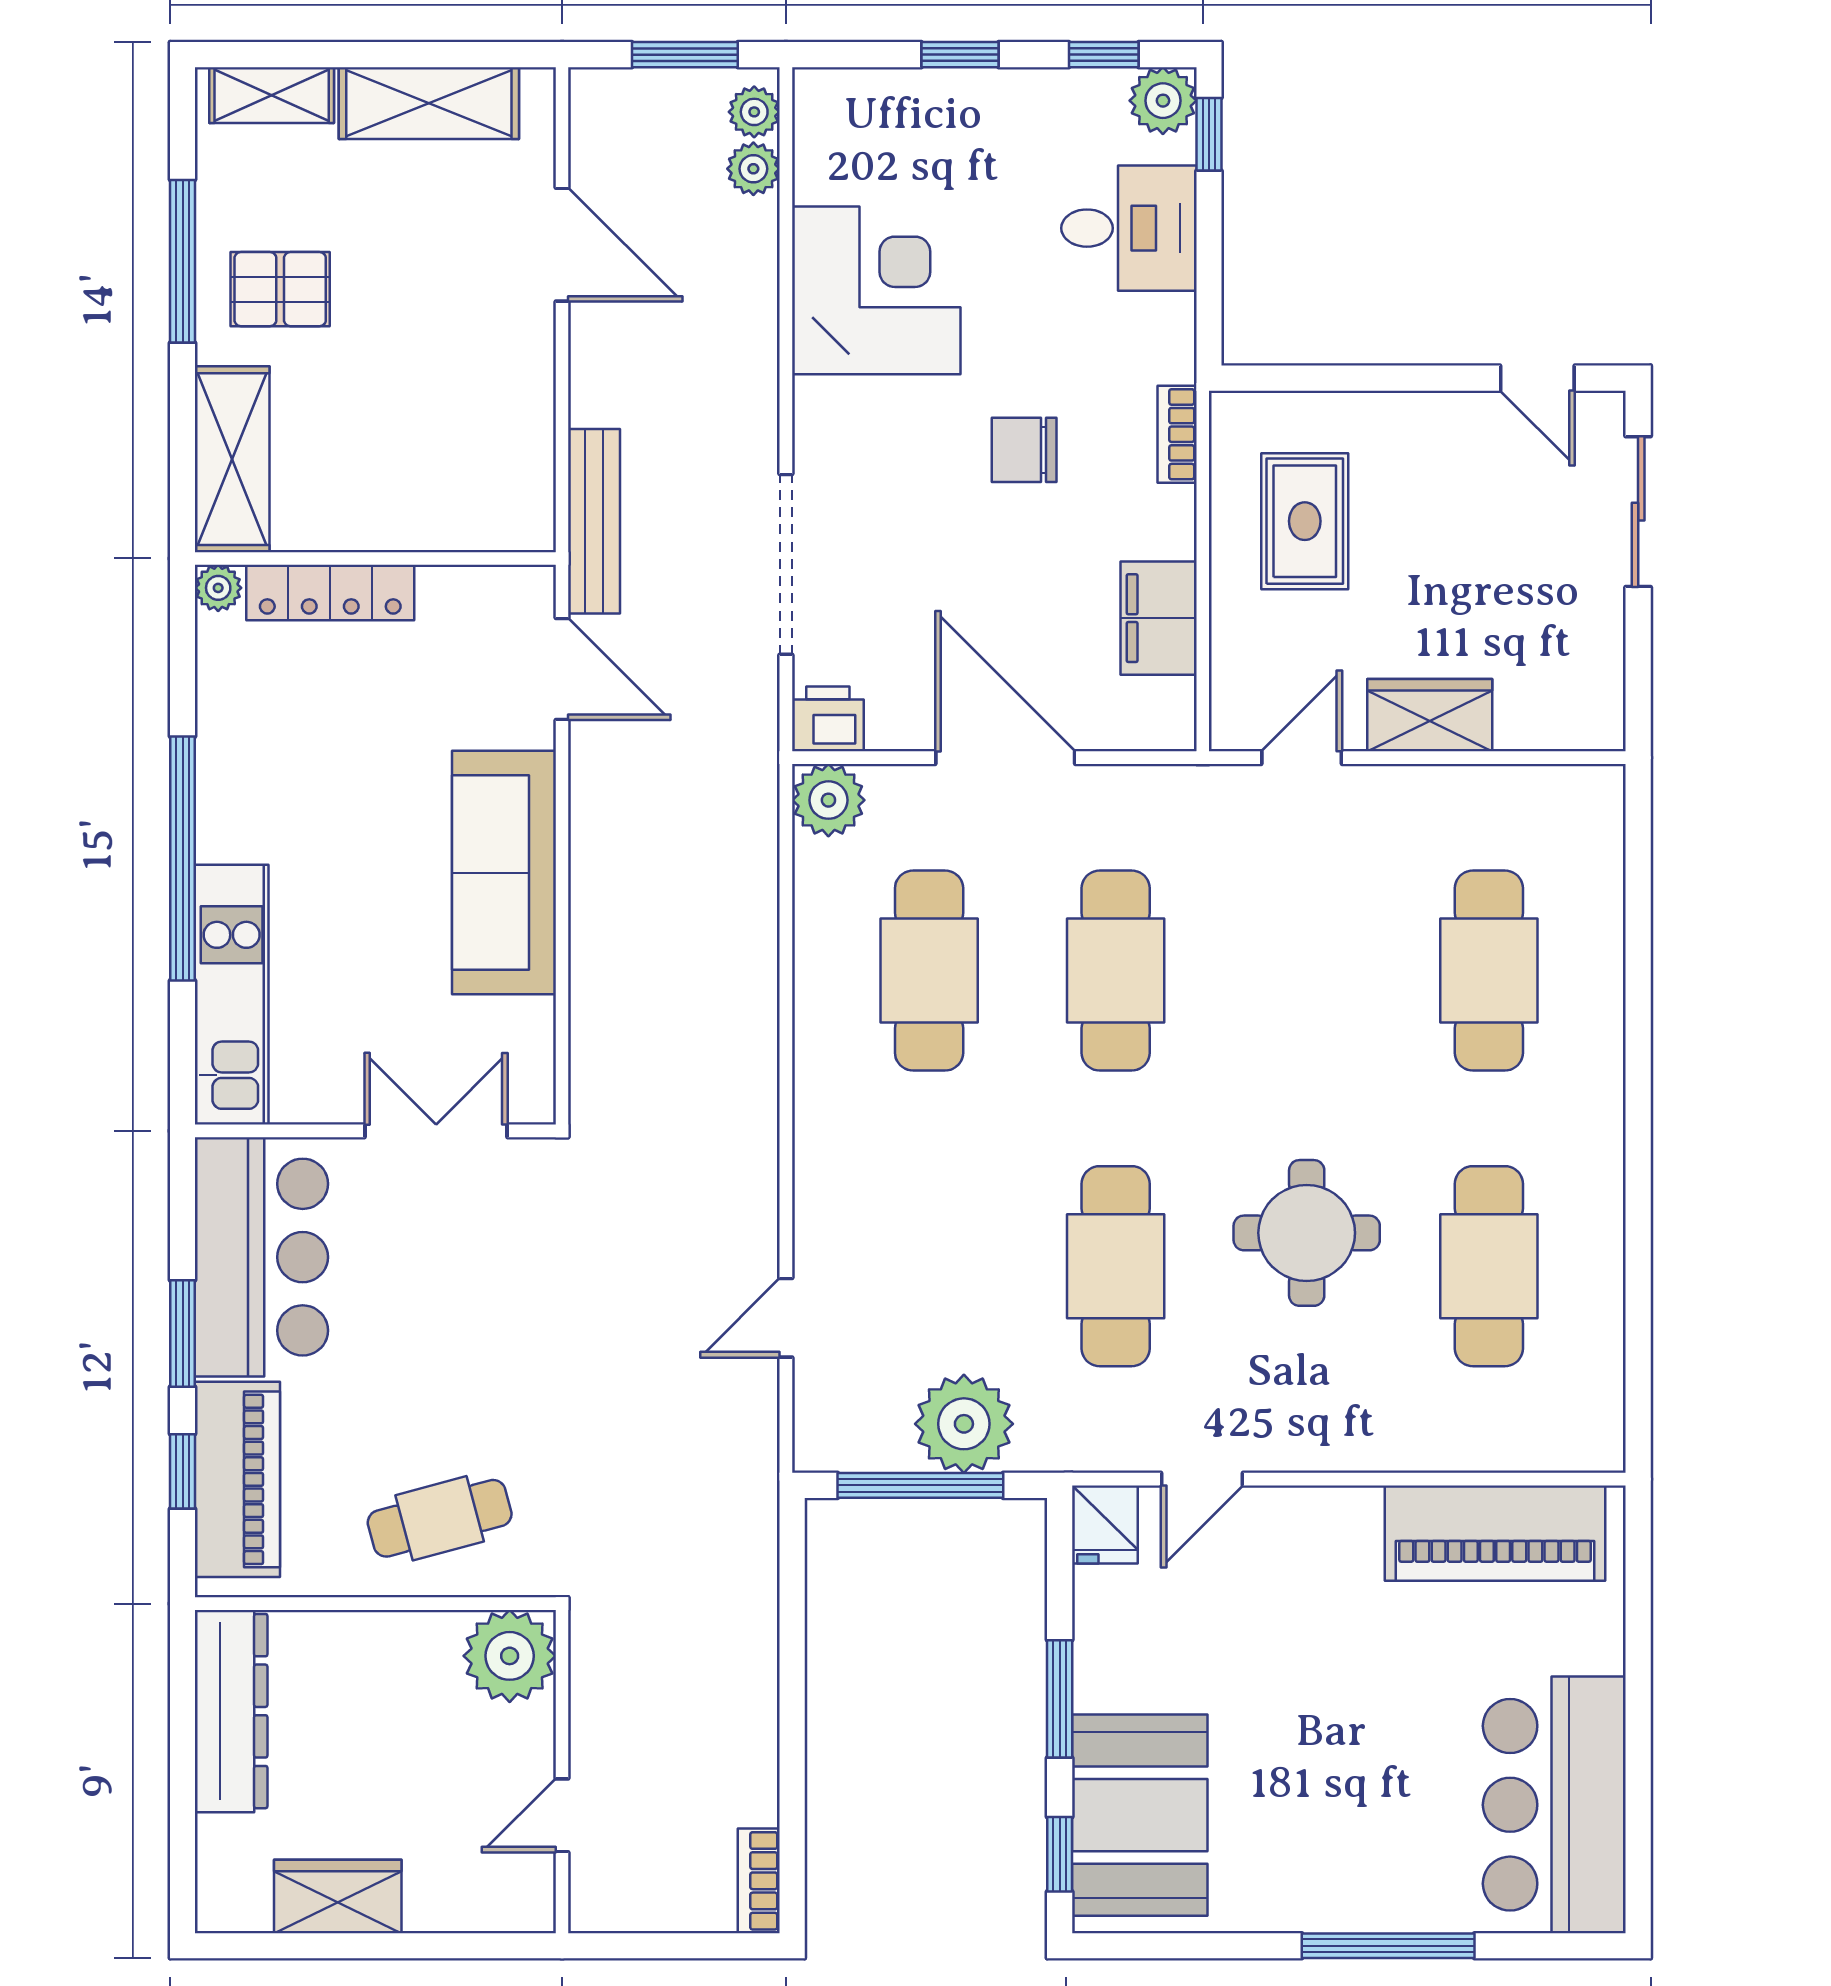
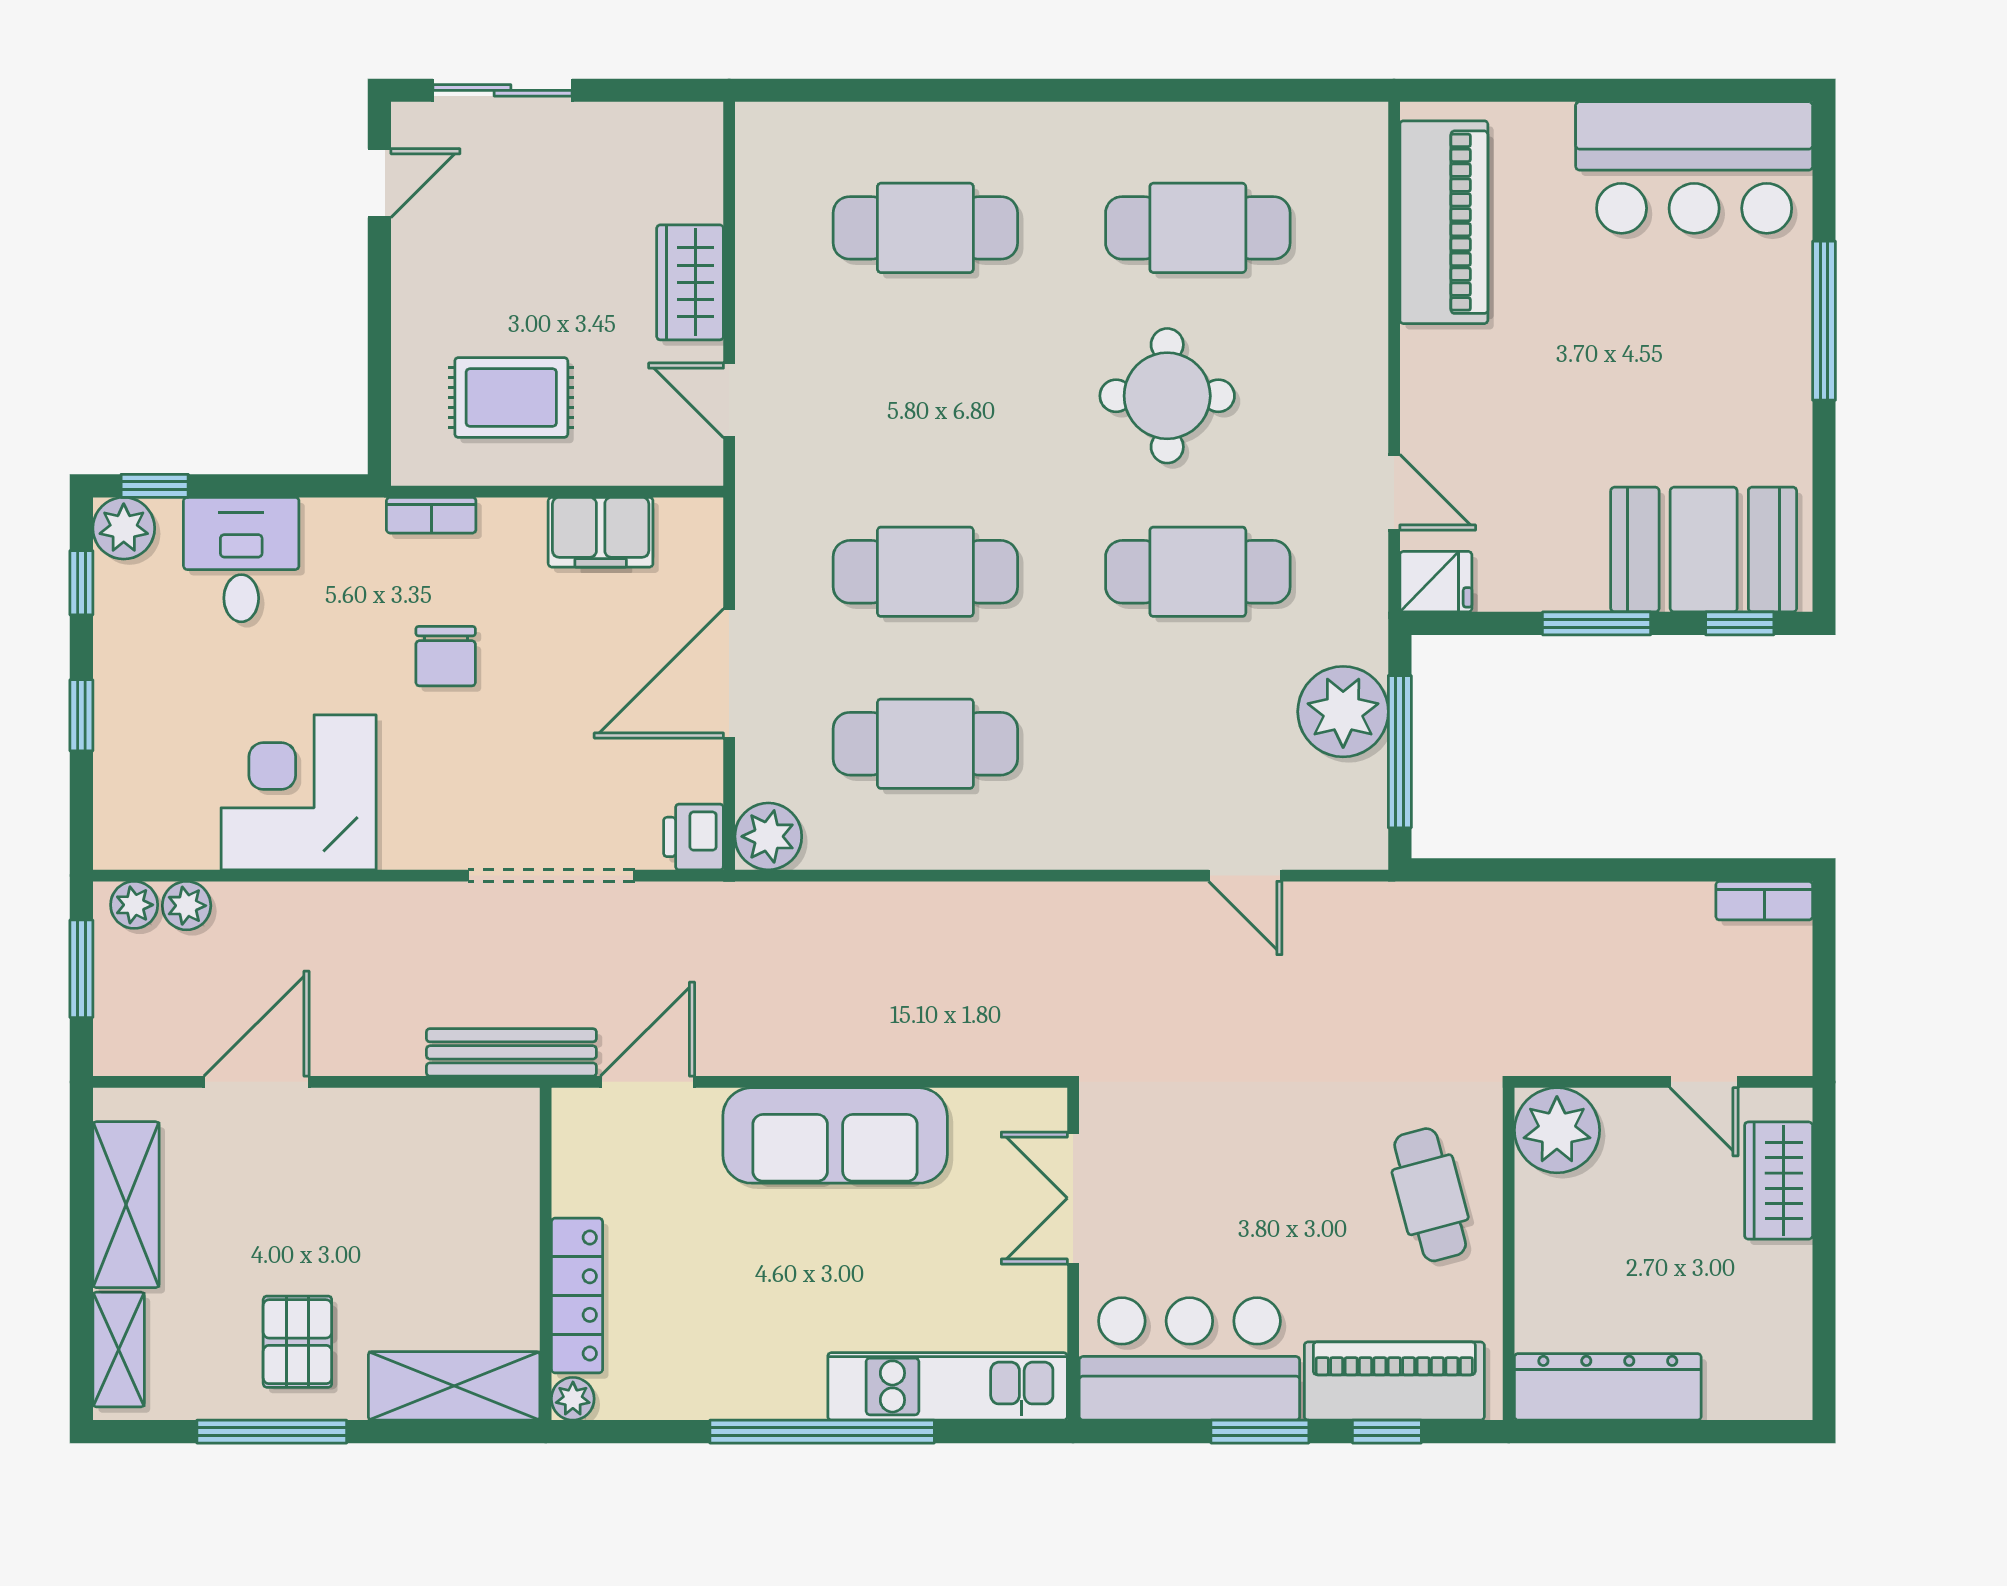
wardrobe: (338, 1896) -> (1779, 1181), moved

